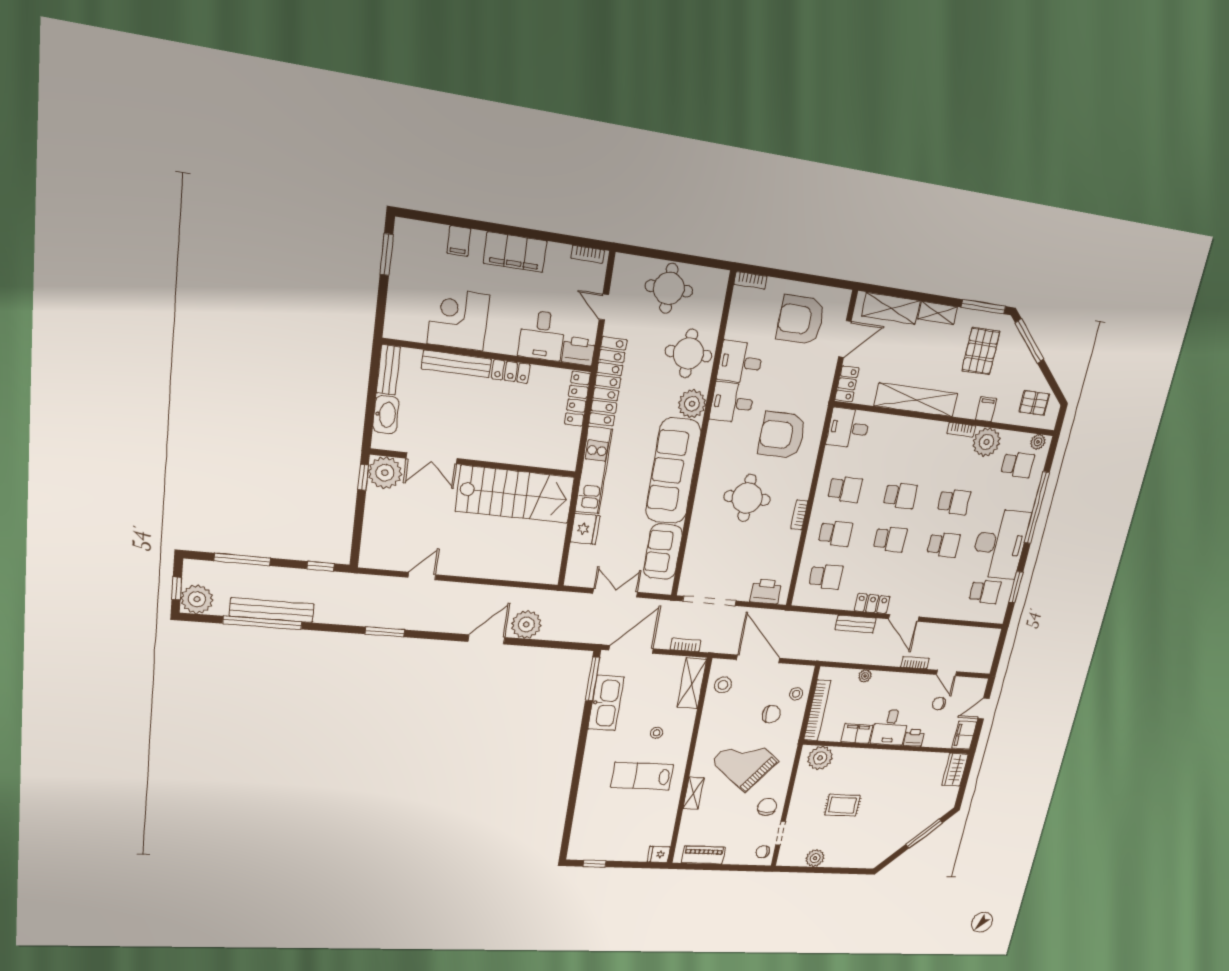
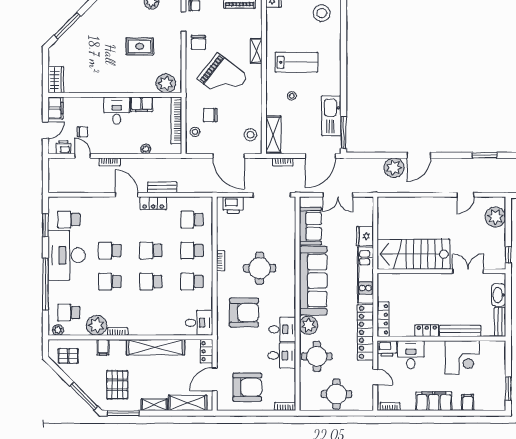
plant: (385, 473) -> (495, 217), moved
printer: (914, 738) -> (63, 147), moved, turned 180
stool: (596, 837) -> (322, 13), added

